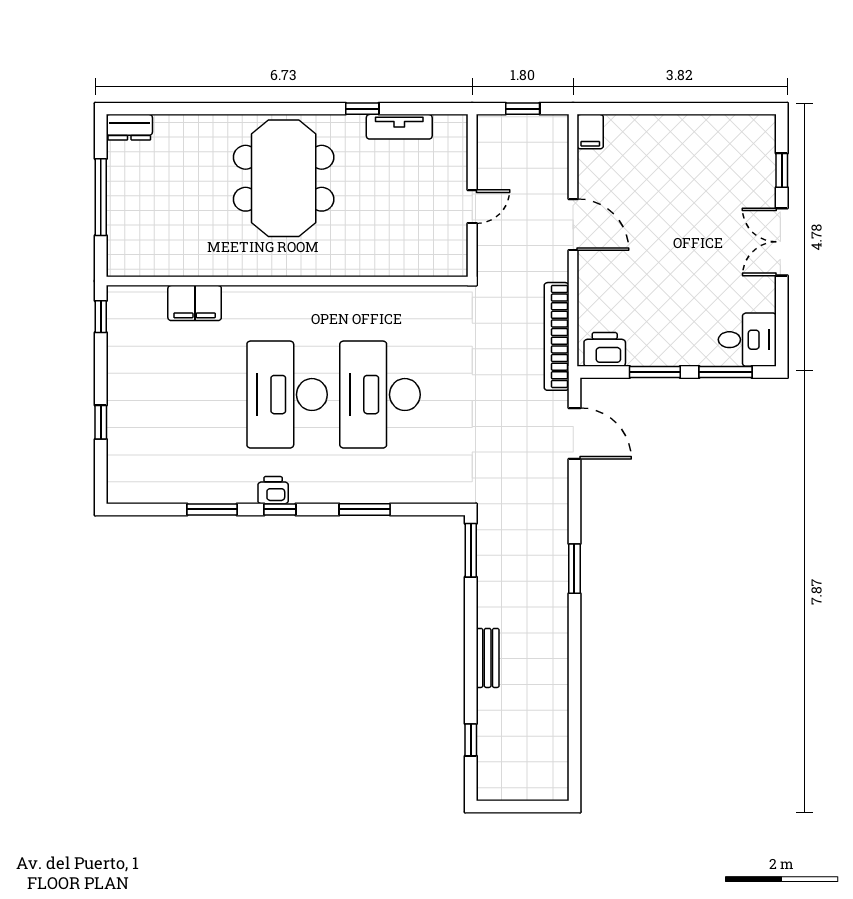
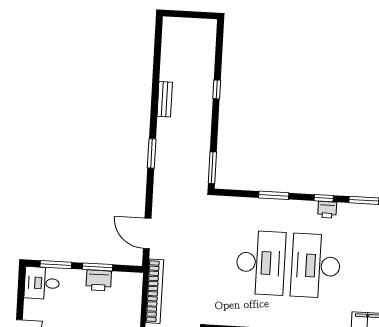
printer: (605, 349) -> (99, 280), moved
desk: (287, 395) -> (316, 266), turned 180
bench: (488, 658) -> (165, 99), moved
window: (471, 740) -> (217, 89), moved

